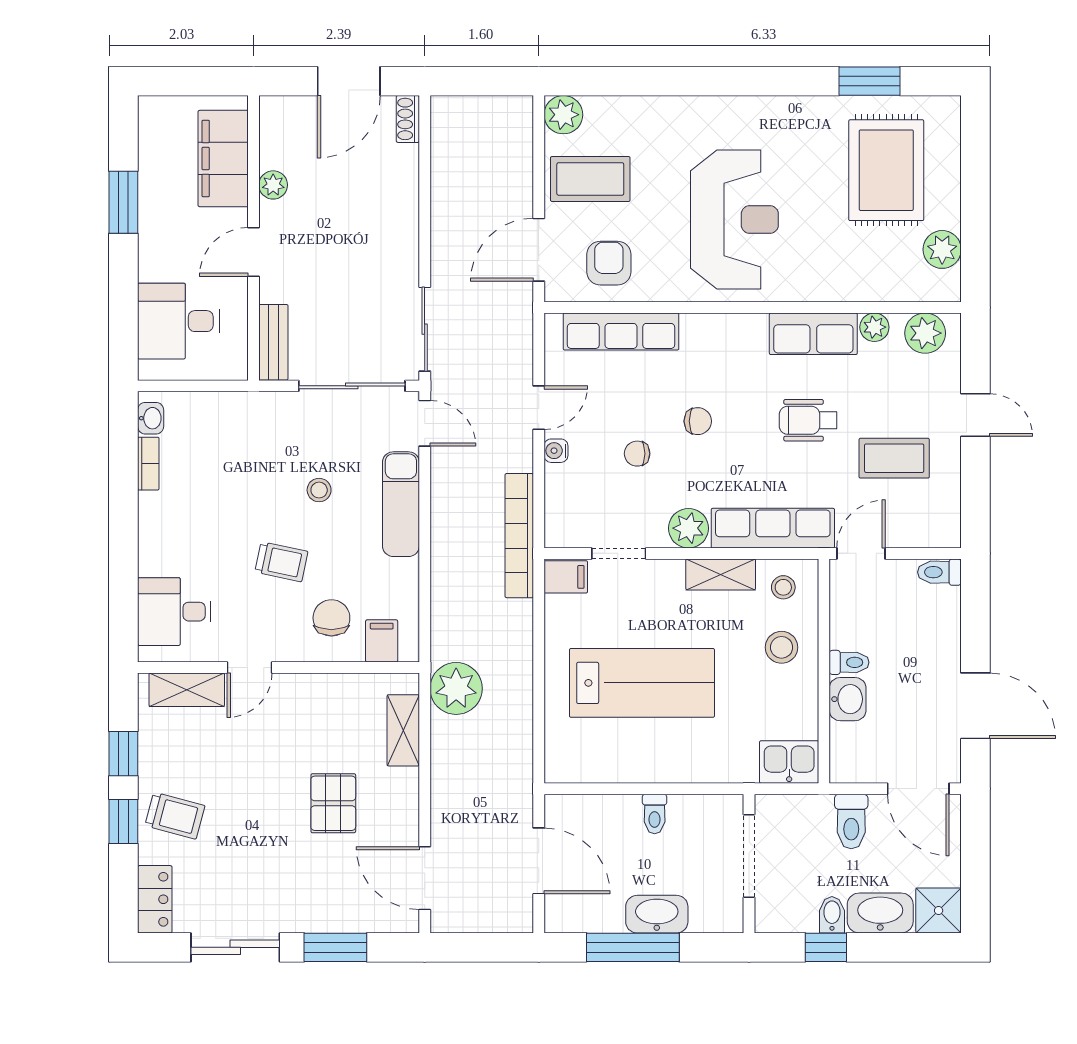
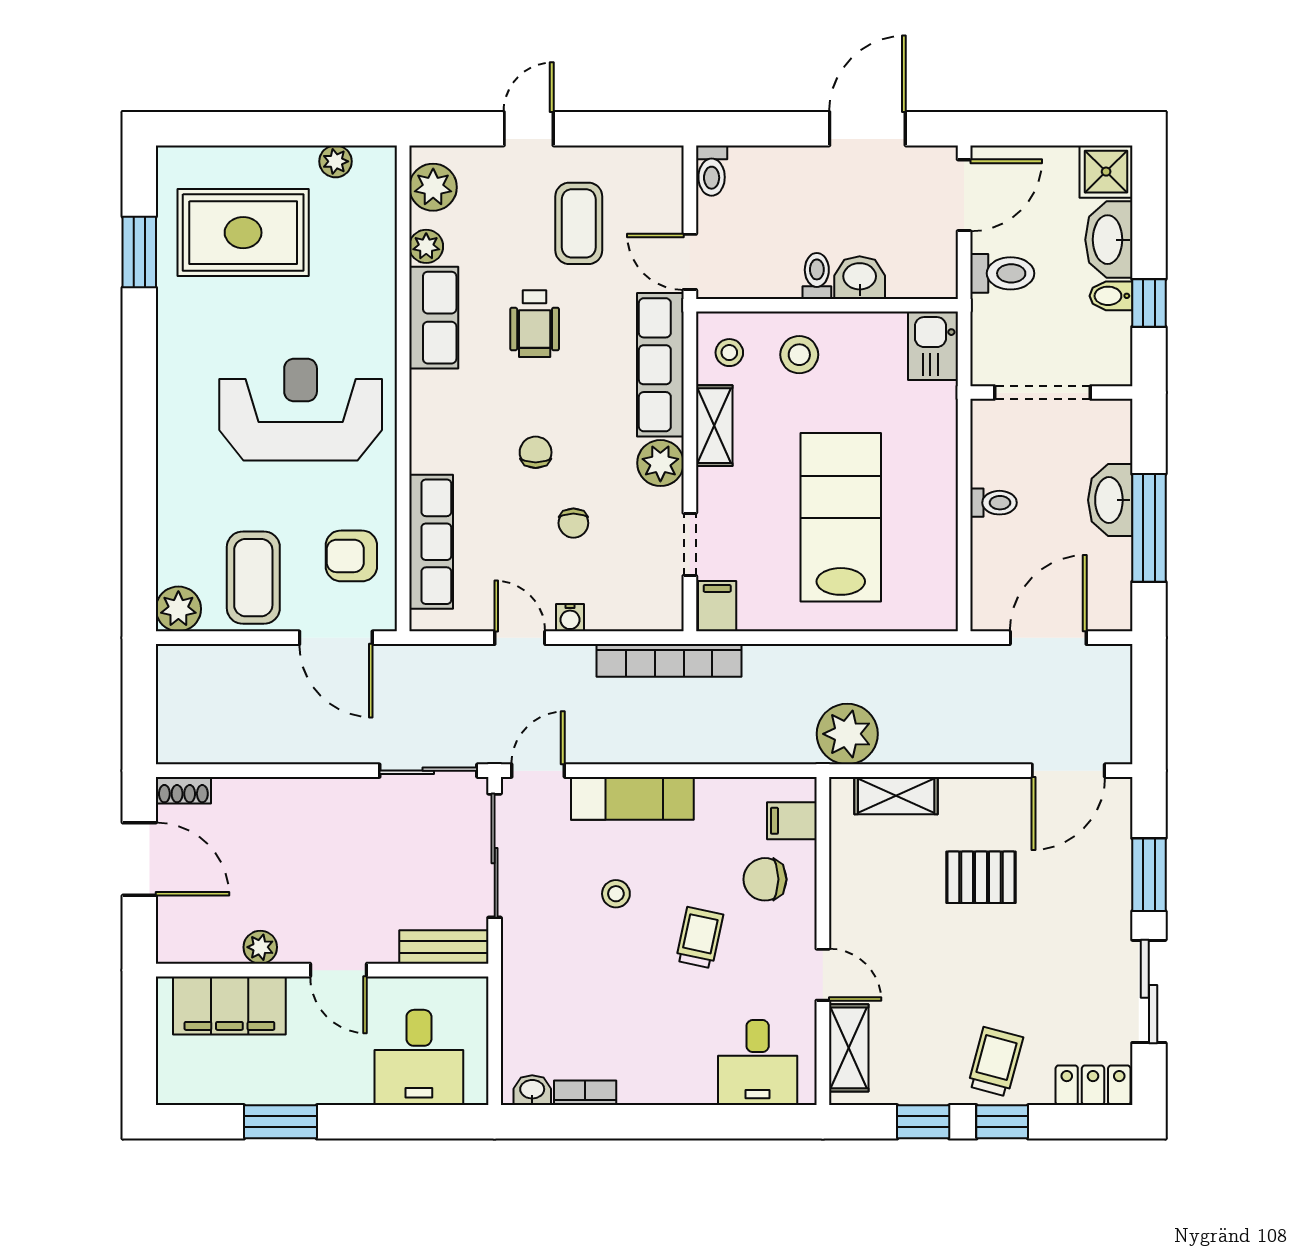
plant: (942, 249) -> (336, 161), width x0.73, depth x0.73

